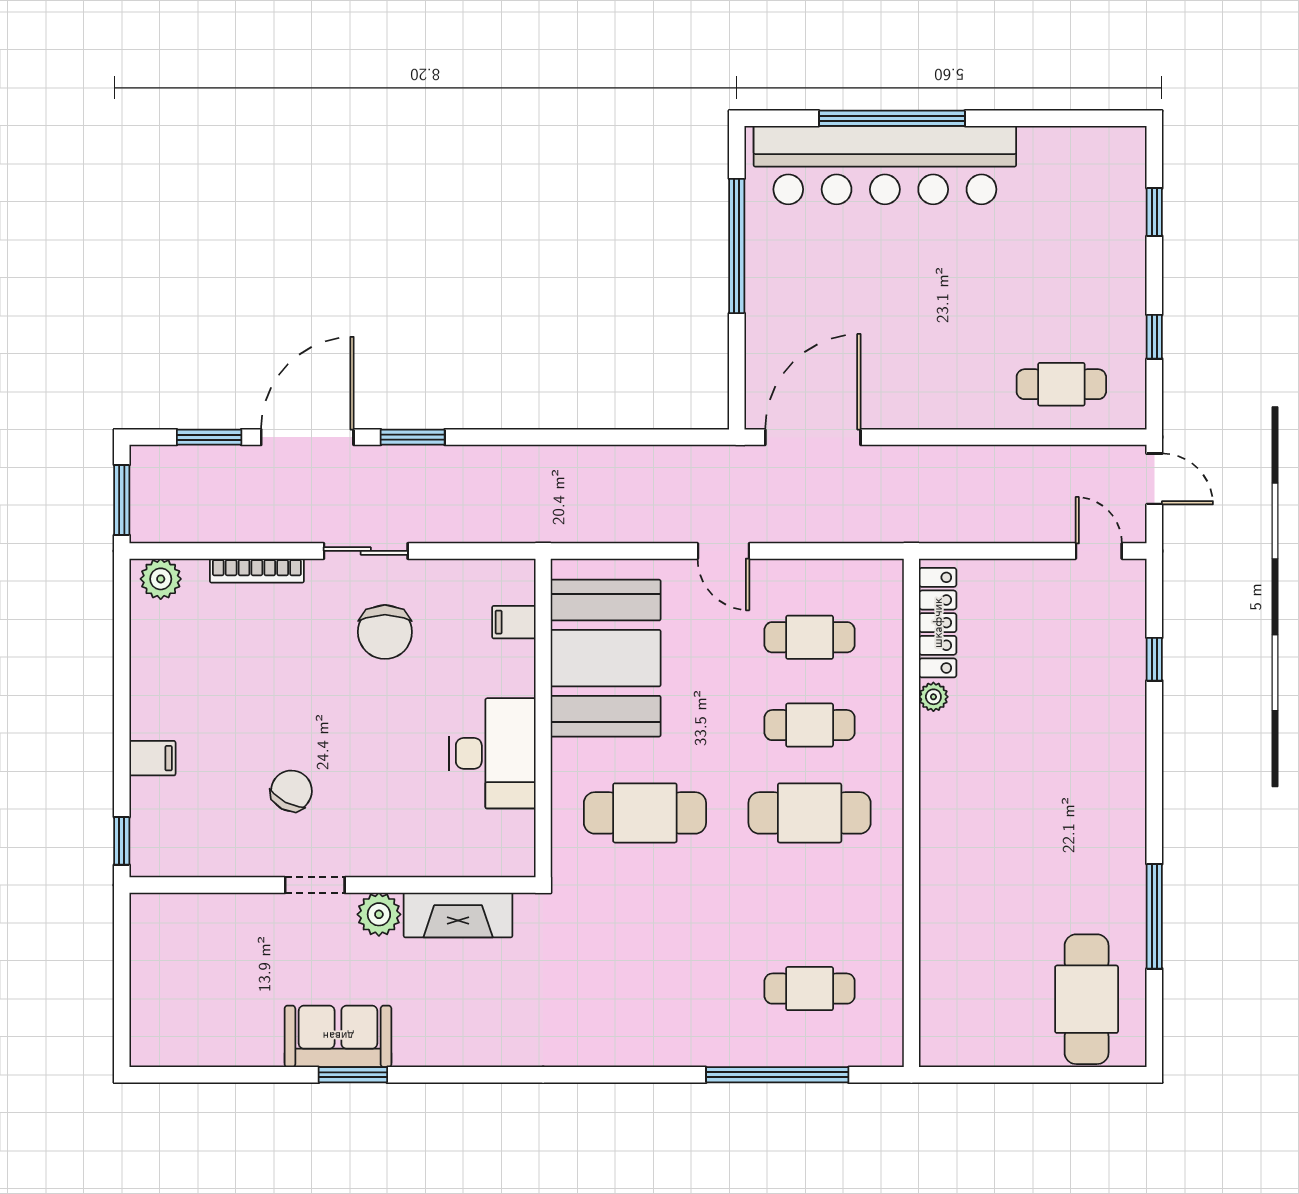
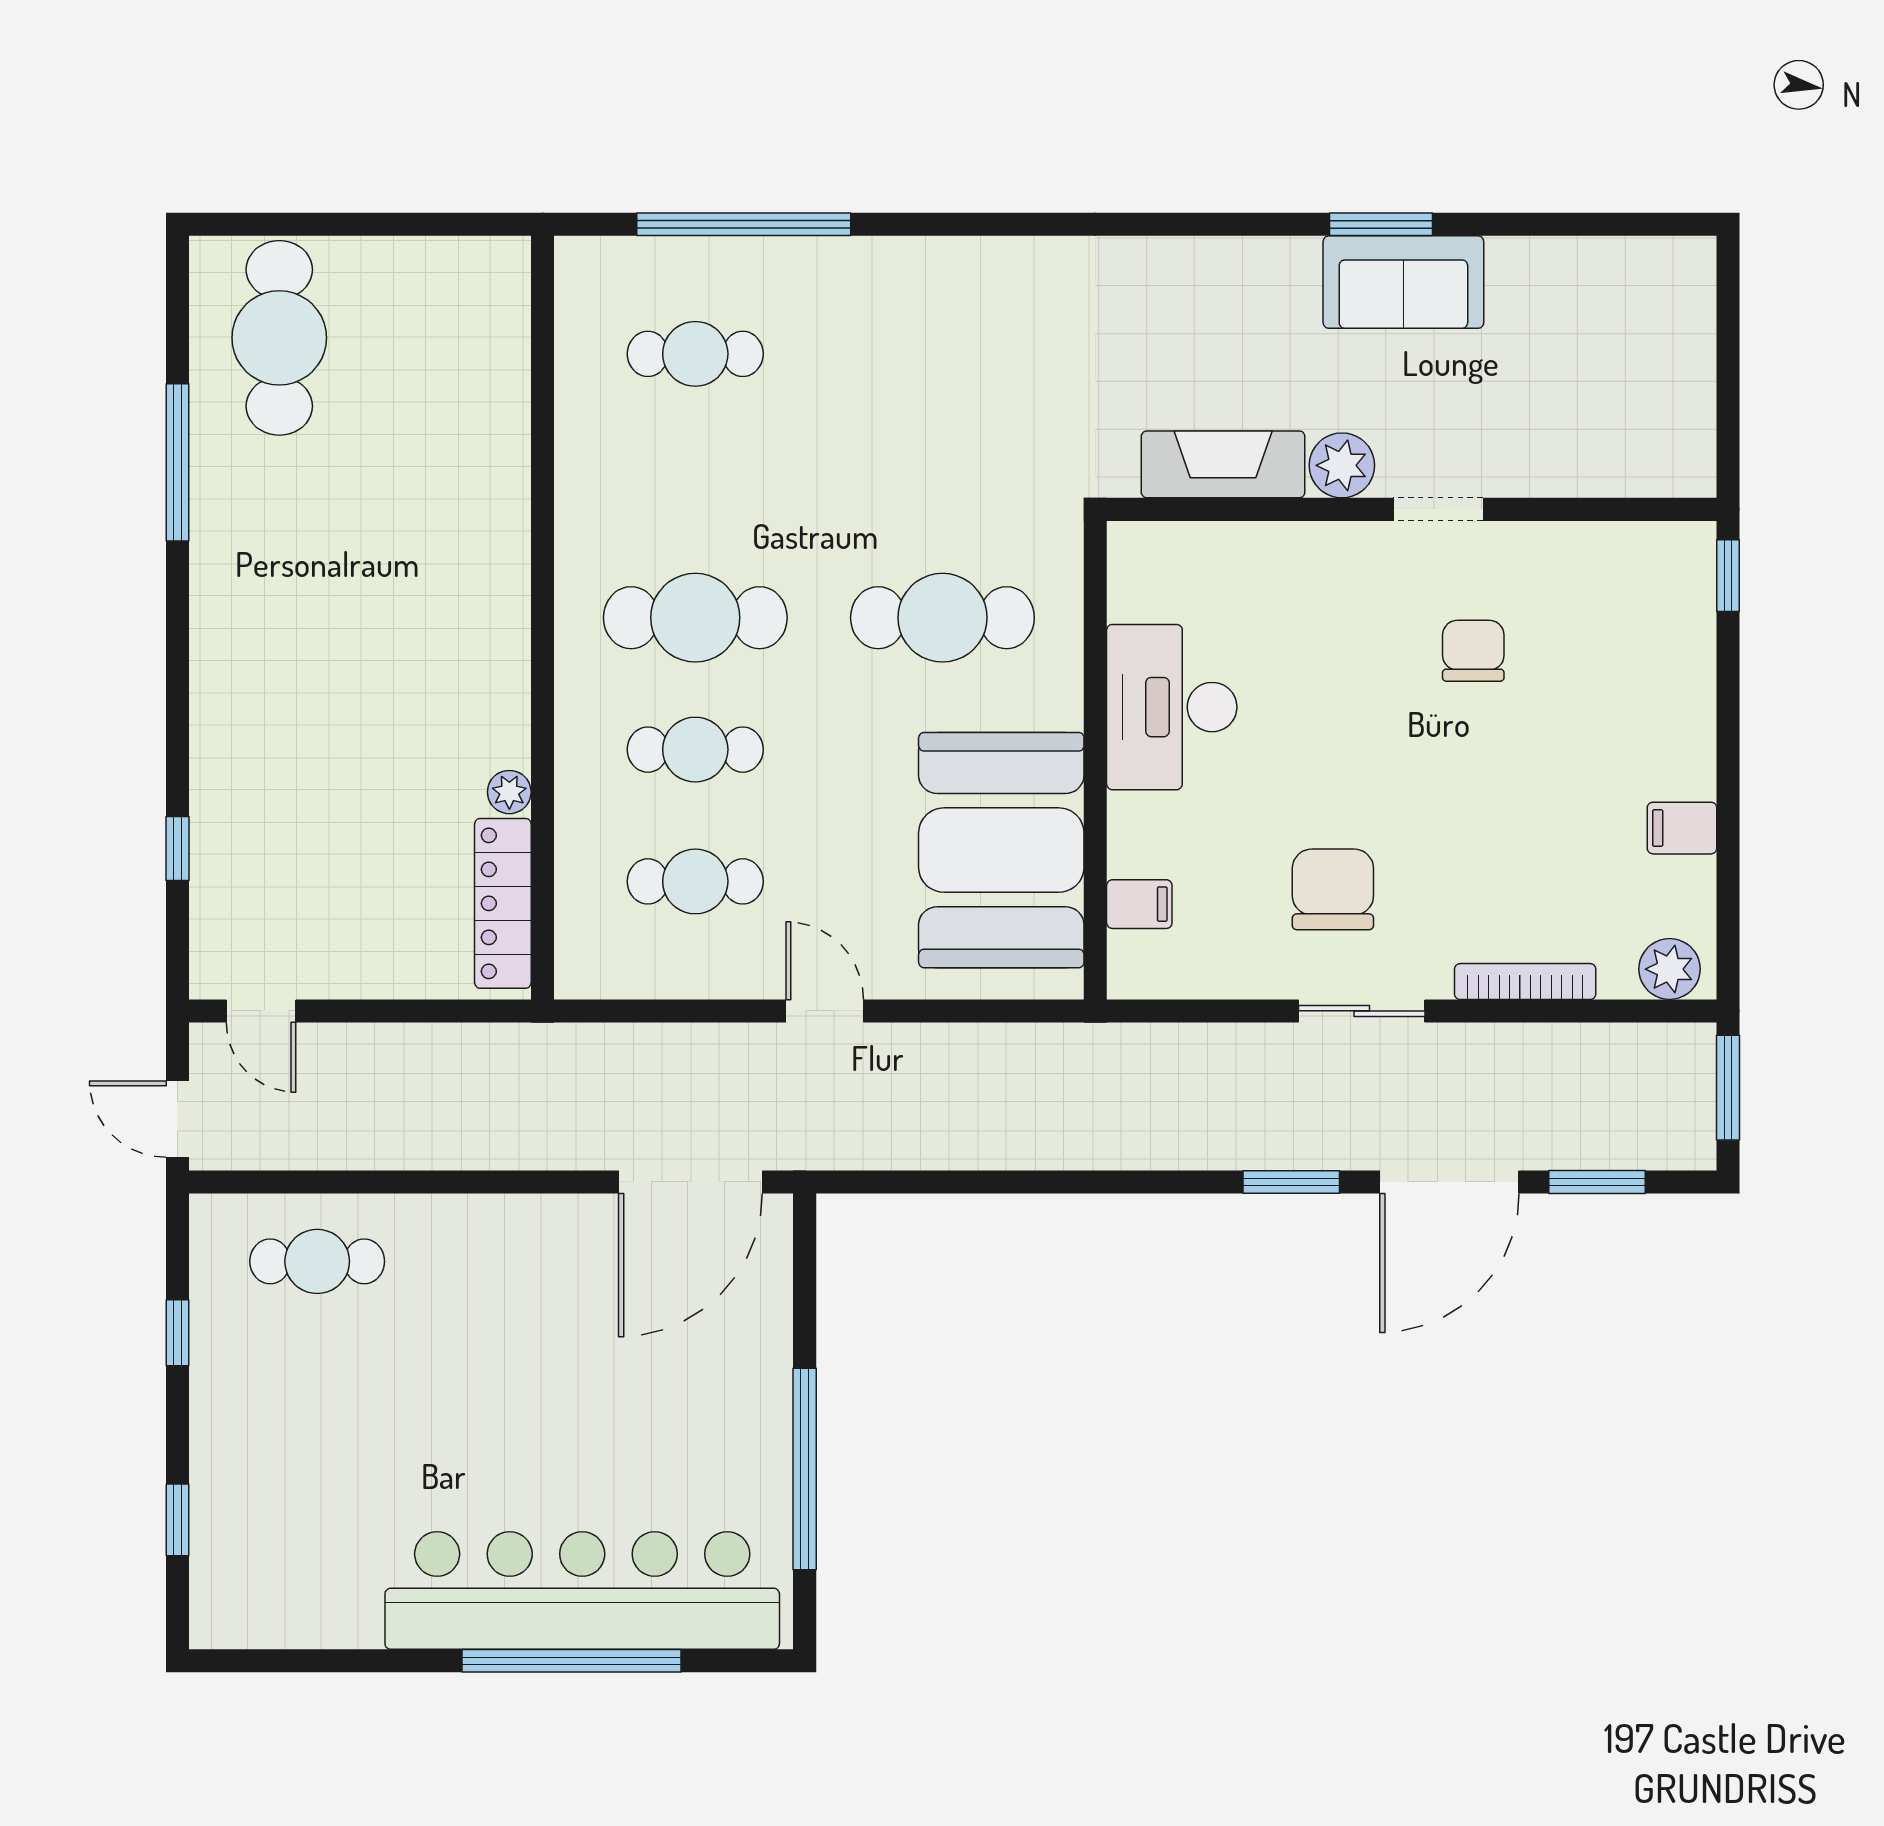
filing cabinet: (152, 758) -> (1682, 828), moved
chair: (291, 791) -> (1473, 651), turned 152

